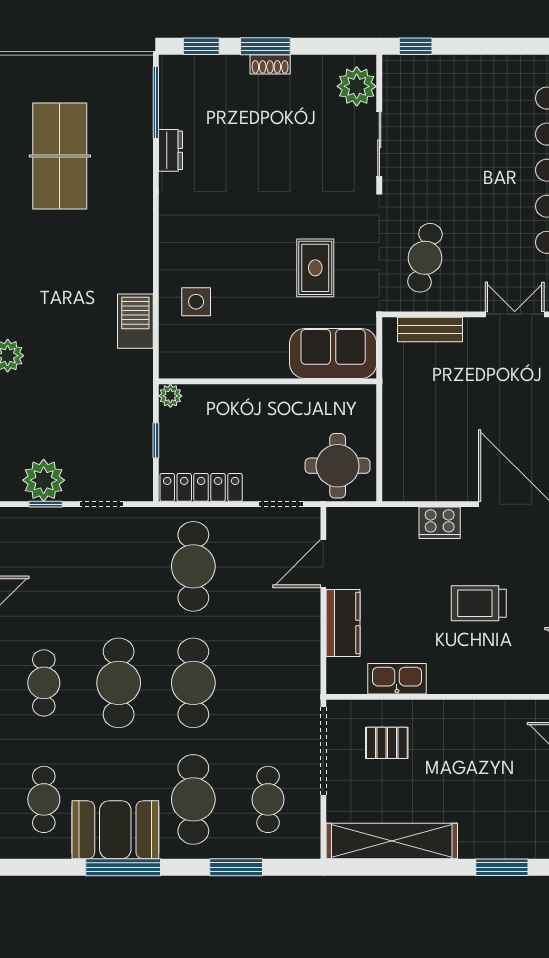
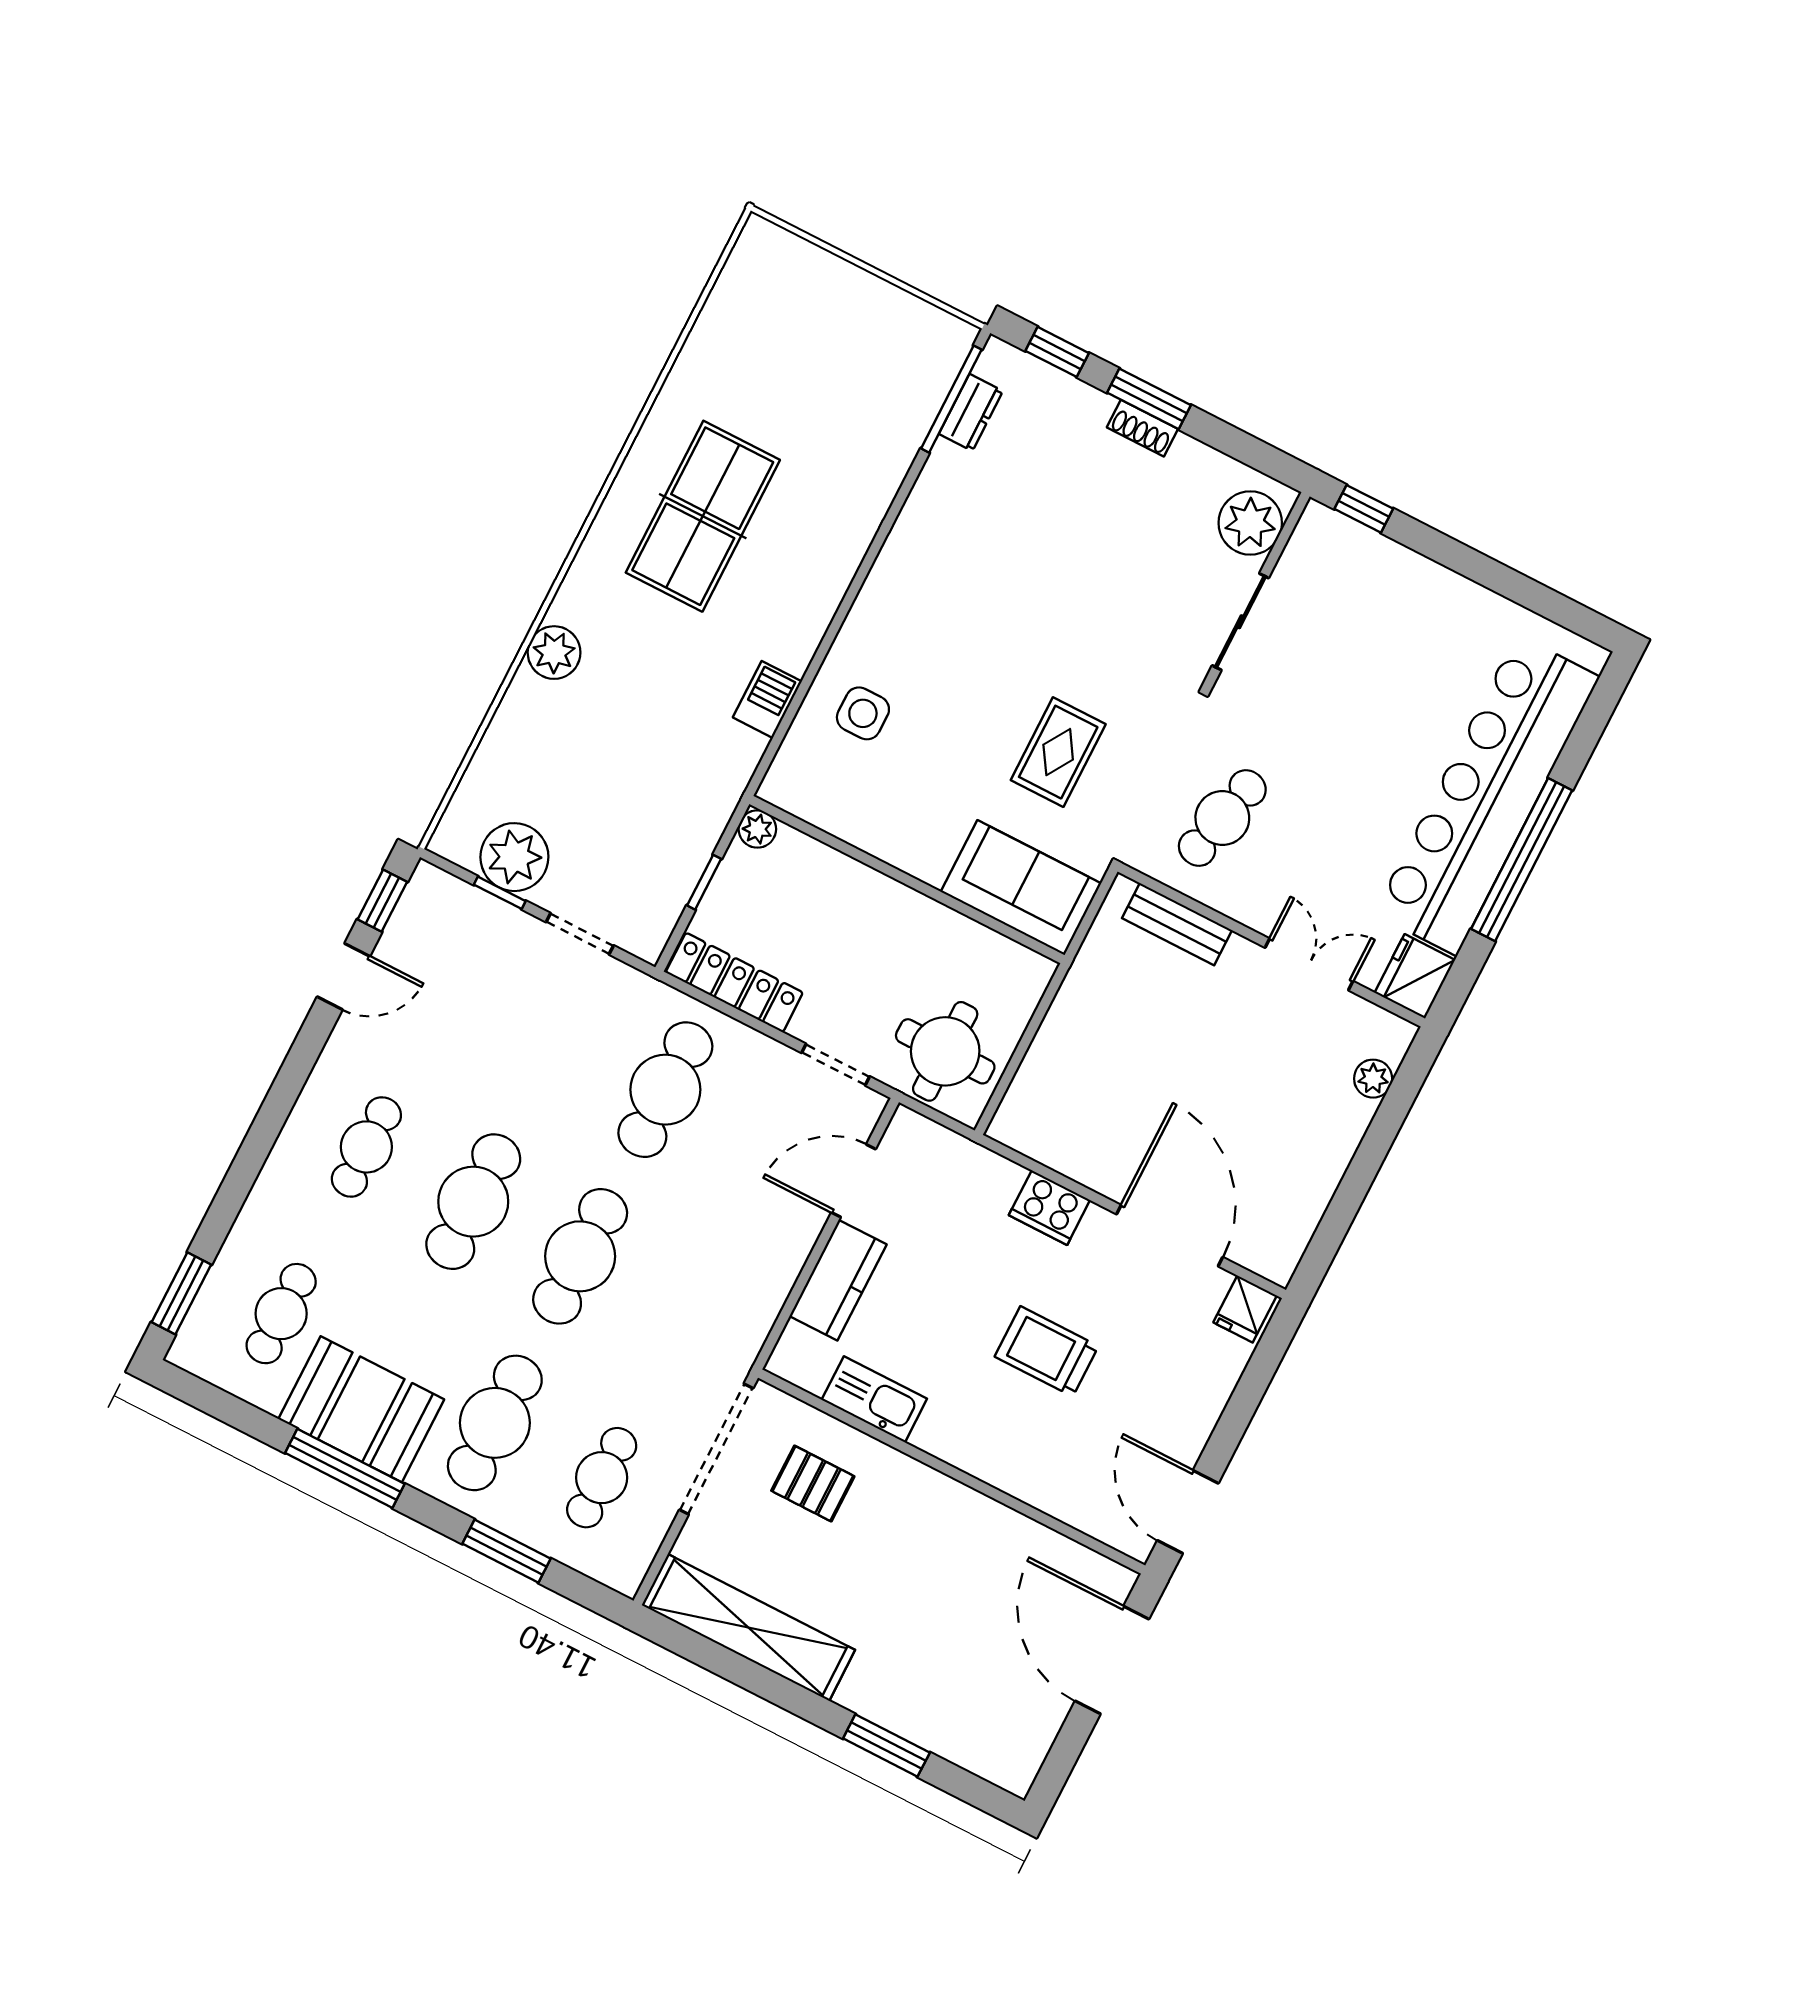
dresser: (171, 150) -> (971, 412), moved
table tennis table: (60, 156) -> (703, 516), moved
barbecue: (135, 321) -> (767, 699), width x0.73, depth x0.79

